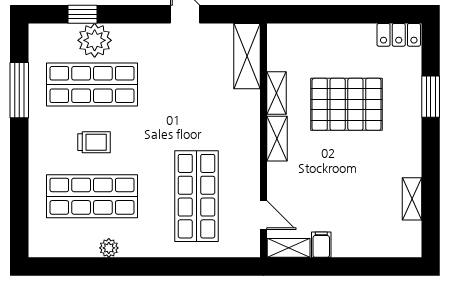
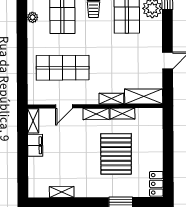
shelving: (251, 112) -> (111, 99), added
door: (264, 215) -> (64, 106), moved
filing cabinet: (321, 245) -> (35, 145), width x2.00

